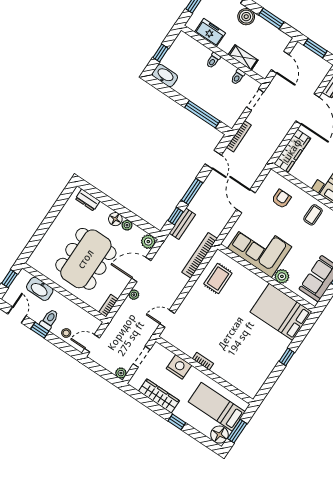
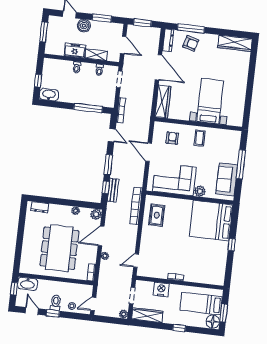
freezer: (210, 33) -> (75, 50), moved
floor lamp: (115, 219) -> (66, 211), removed
washbasin: (40, 289) -> (28, 284), moved
bed: (281, 312) -> (211, 221), width x1.36
wardrobe: (159, 396) -> (147, 315), moved

